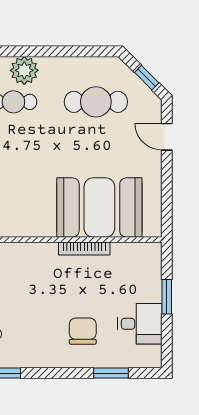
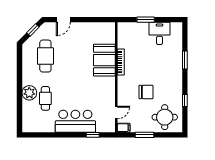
booth: (99, 207) -> (104, 60), width x0.73, depth x0.70
chair: (83, 331) -> (146, 92), moved, turned 180
window: (111, 373) -> (185, 60), moved

